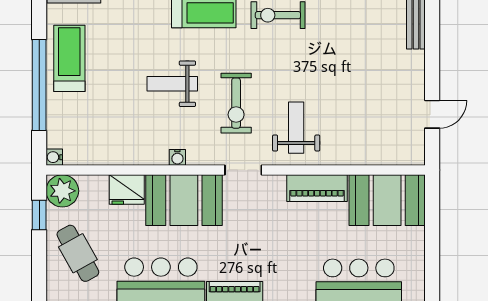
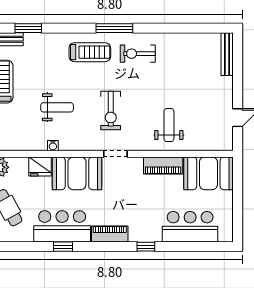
weight bench: (172, 84) -> (57, 107), moved, turned 180
weight bench: (296, 128) -> (169, 125), moved
water cooler: (177, 157) -> (53, 146), moved

